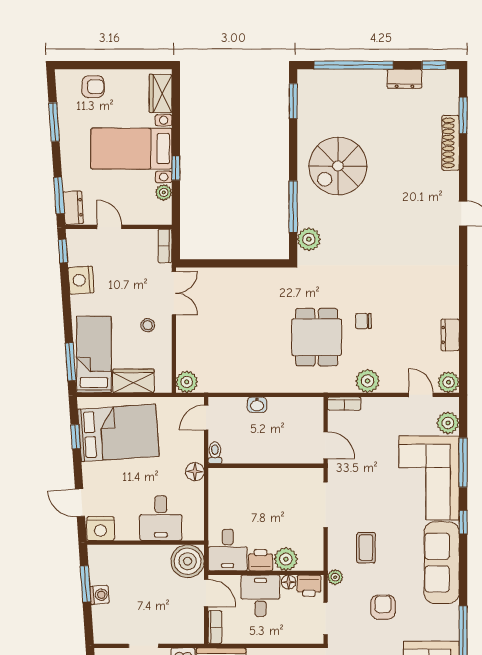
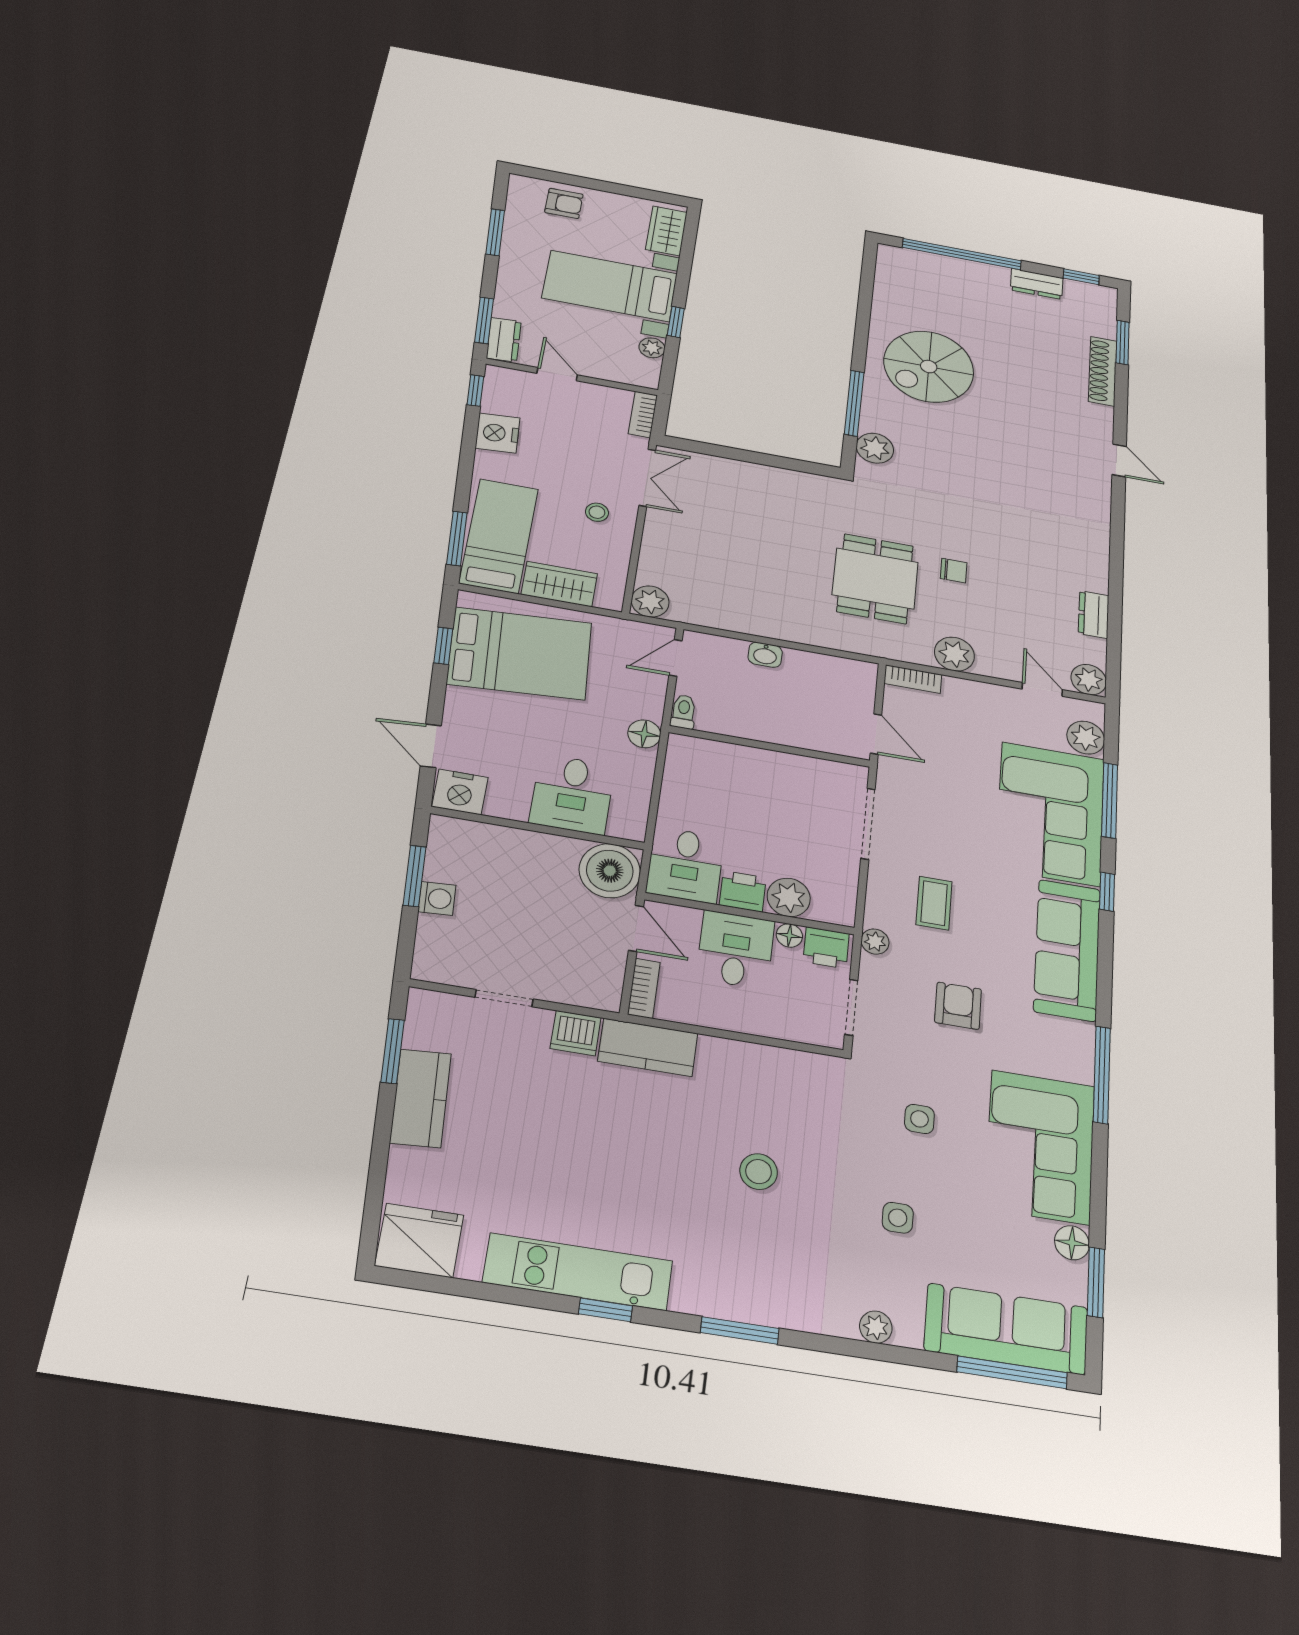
window: (293, 101) -> (867, 278), removed
chair: (363, 321) -> (954, 571), turned 180

